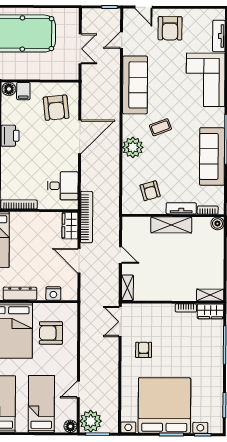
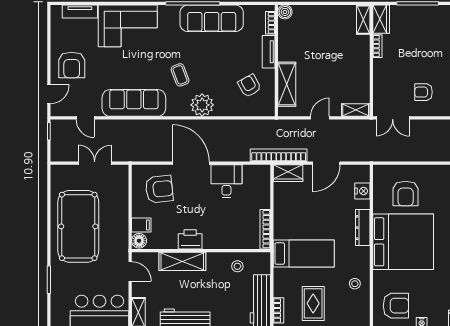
armchair: (170, 28) -> (72, 65), turned 90
desk: (63, 186) -> (226, 181), moved
armchair: (150, 191) -> (250, 86), turned -103
shelving: (171, 225) -> (287, 84), moved

